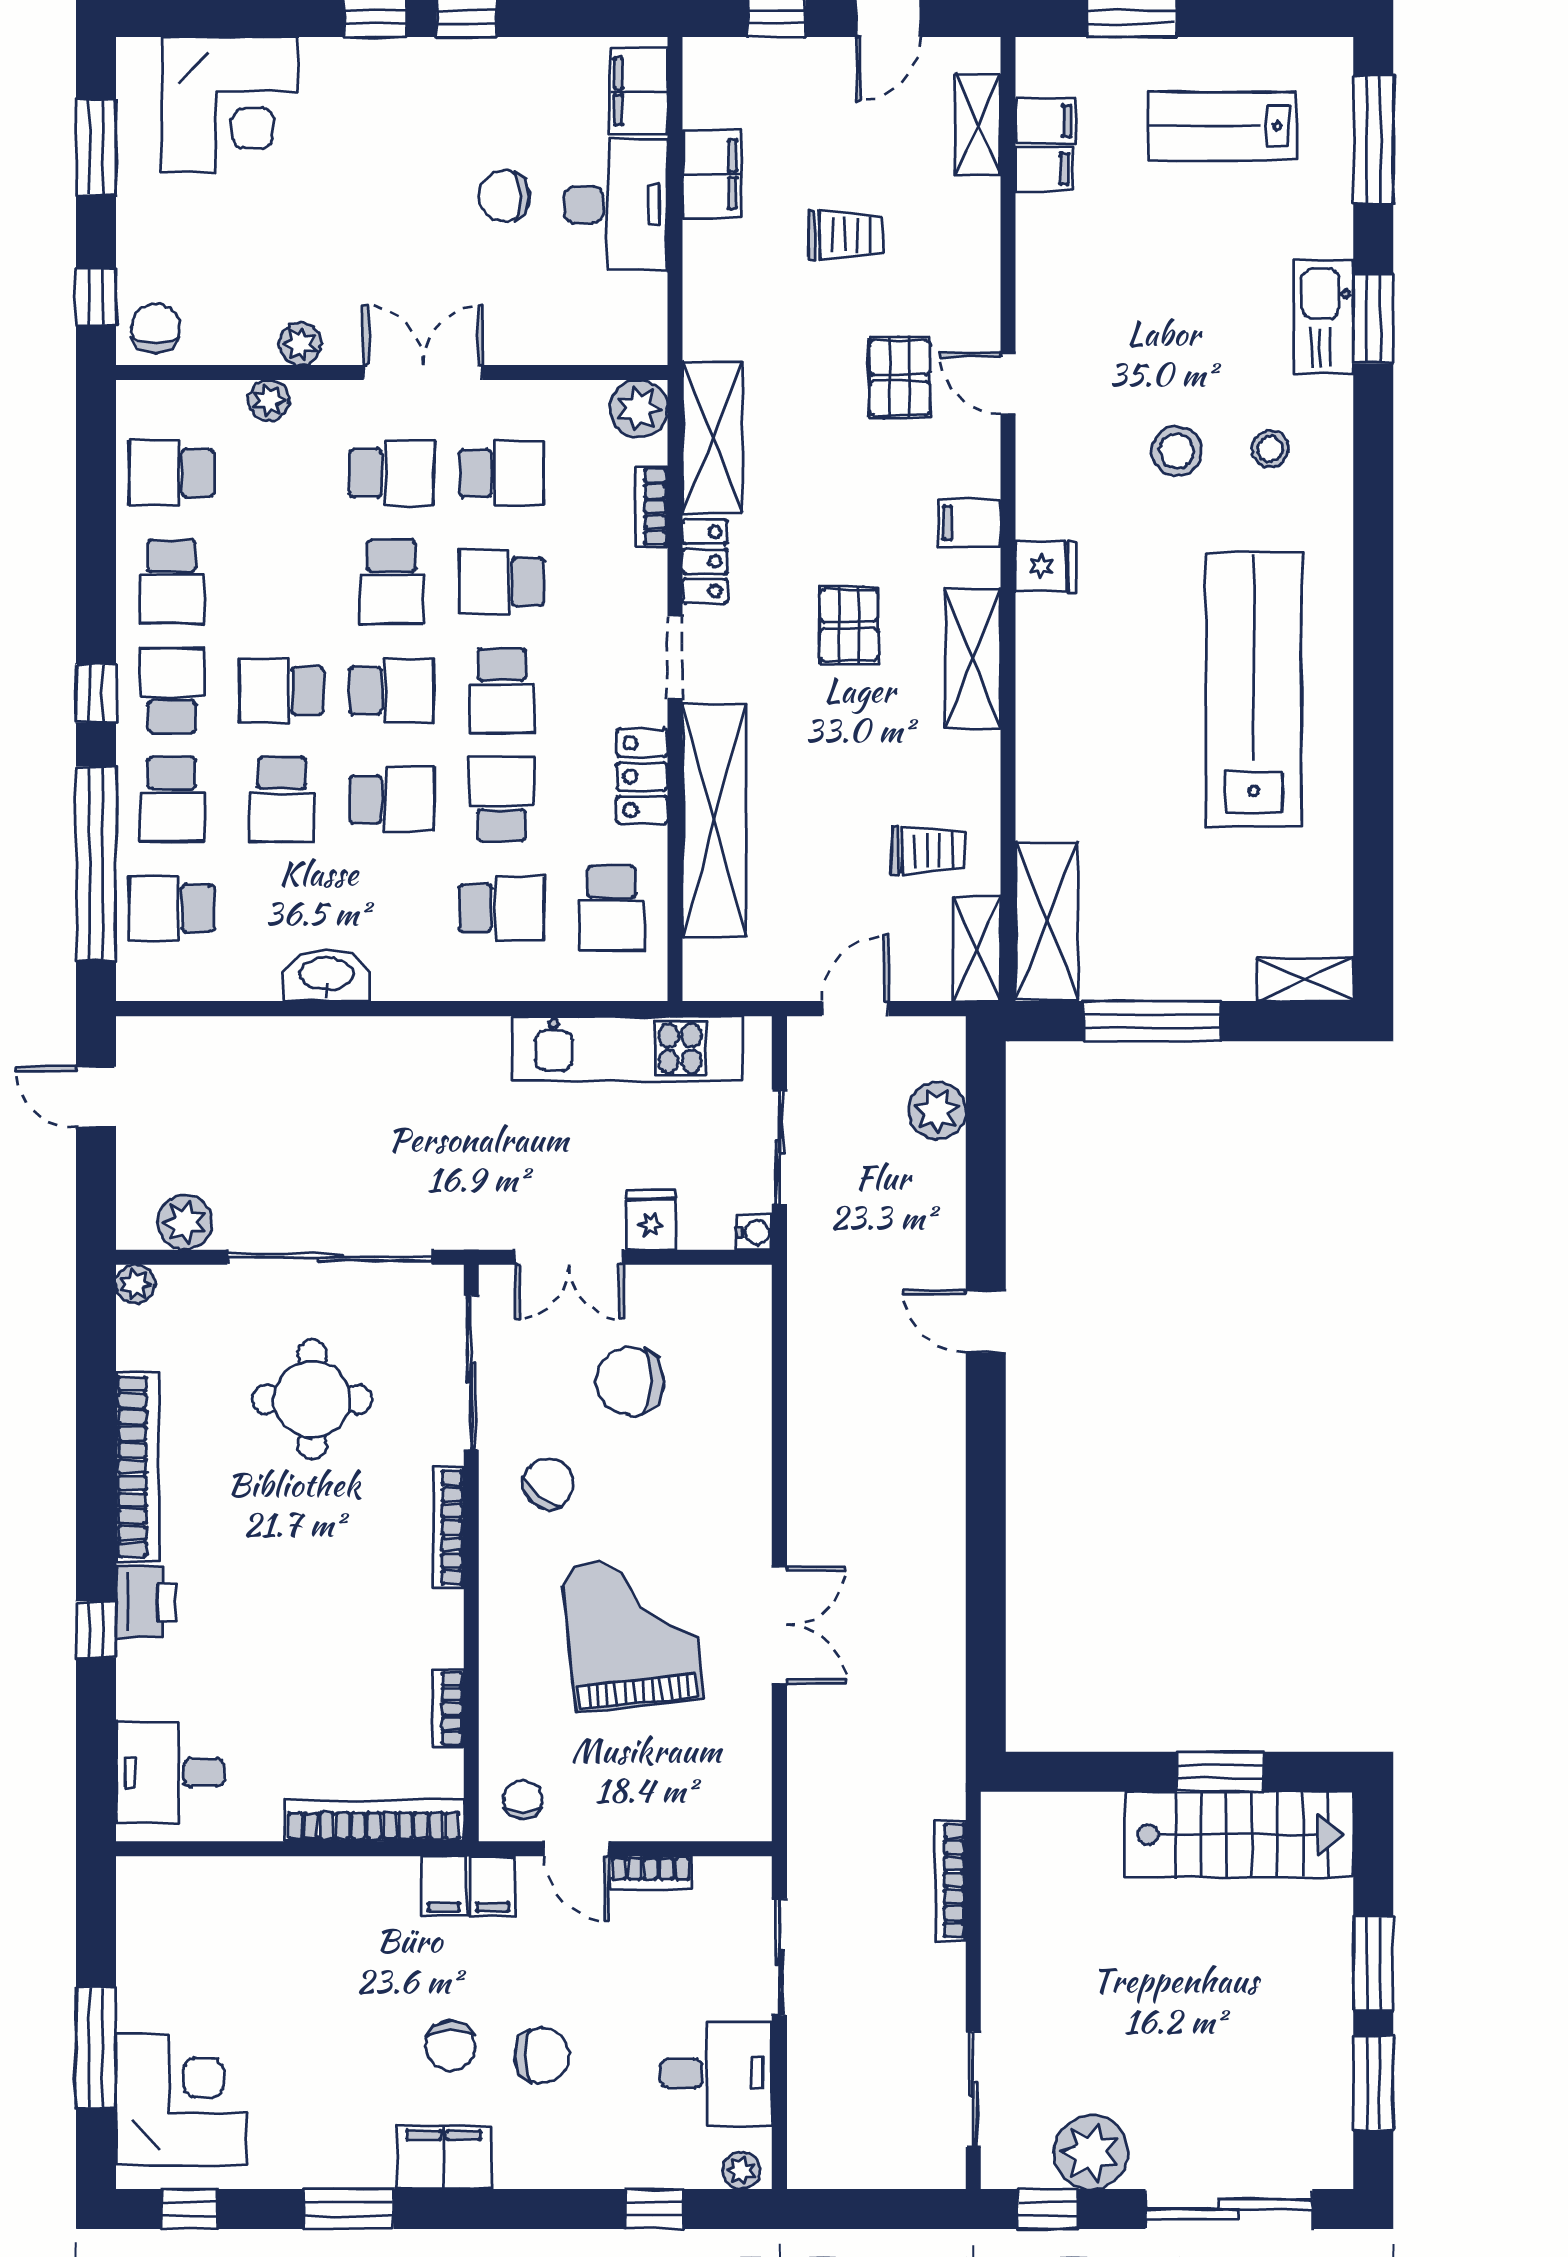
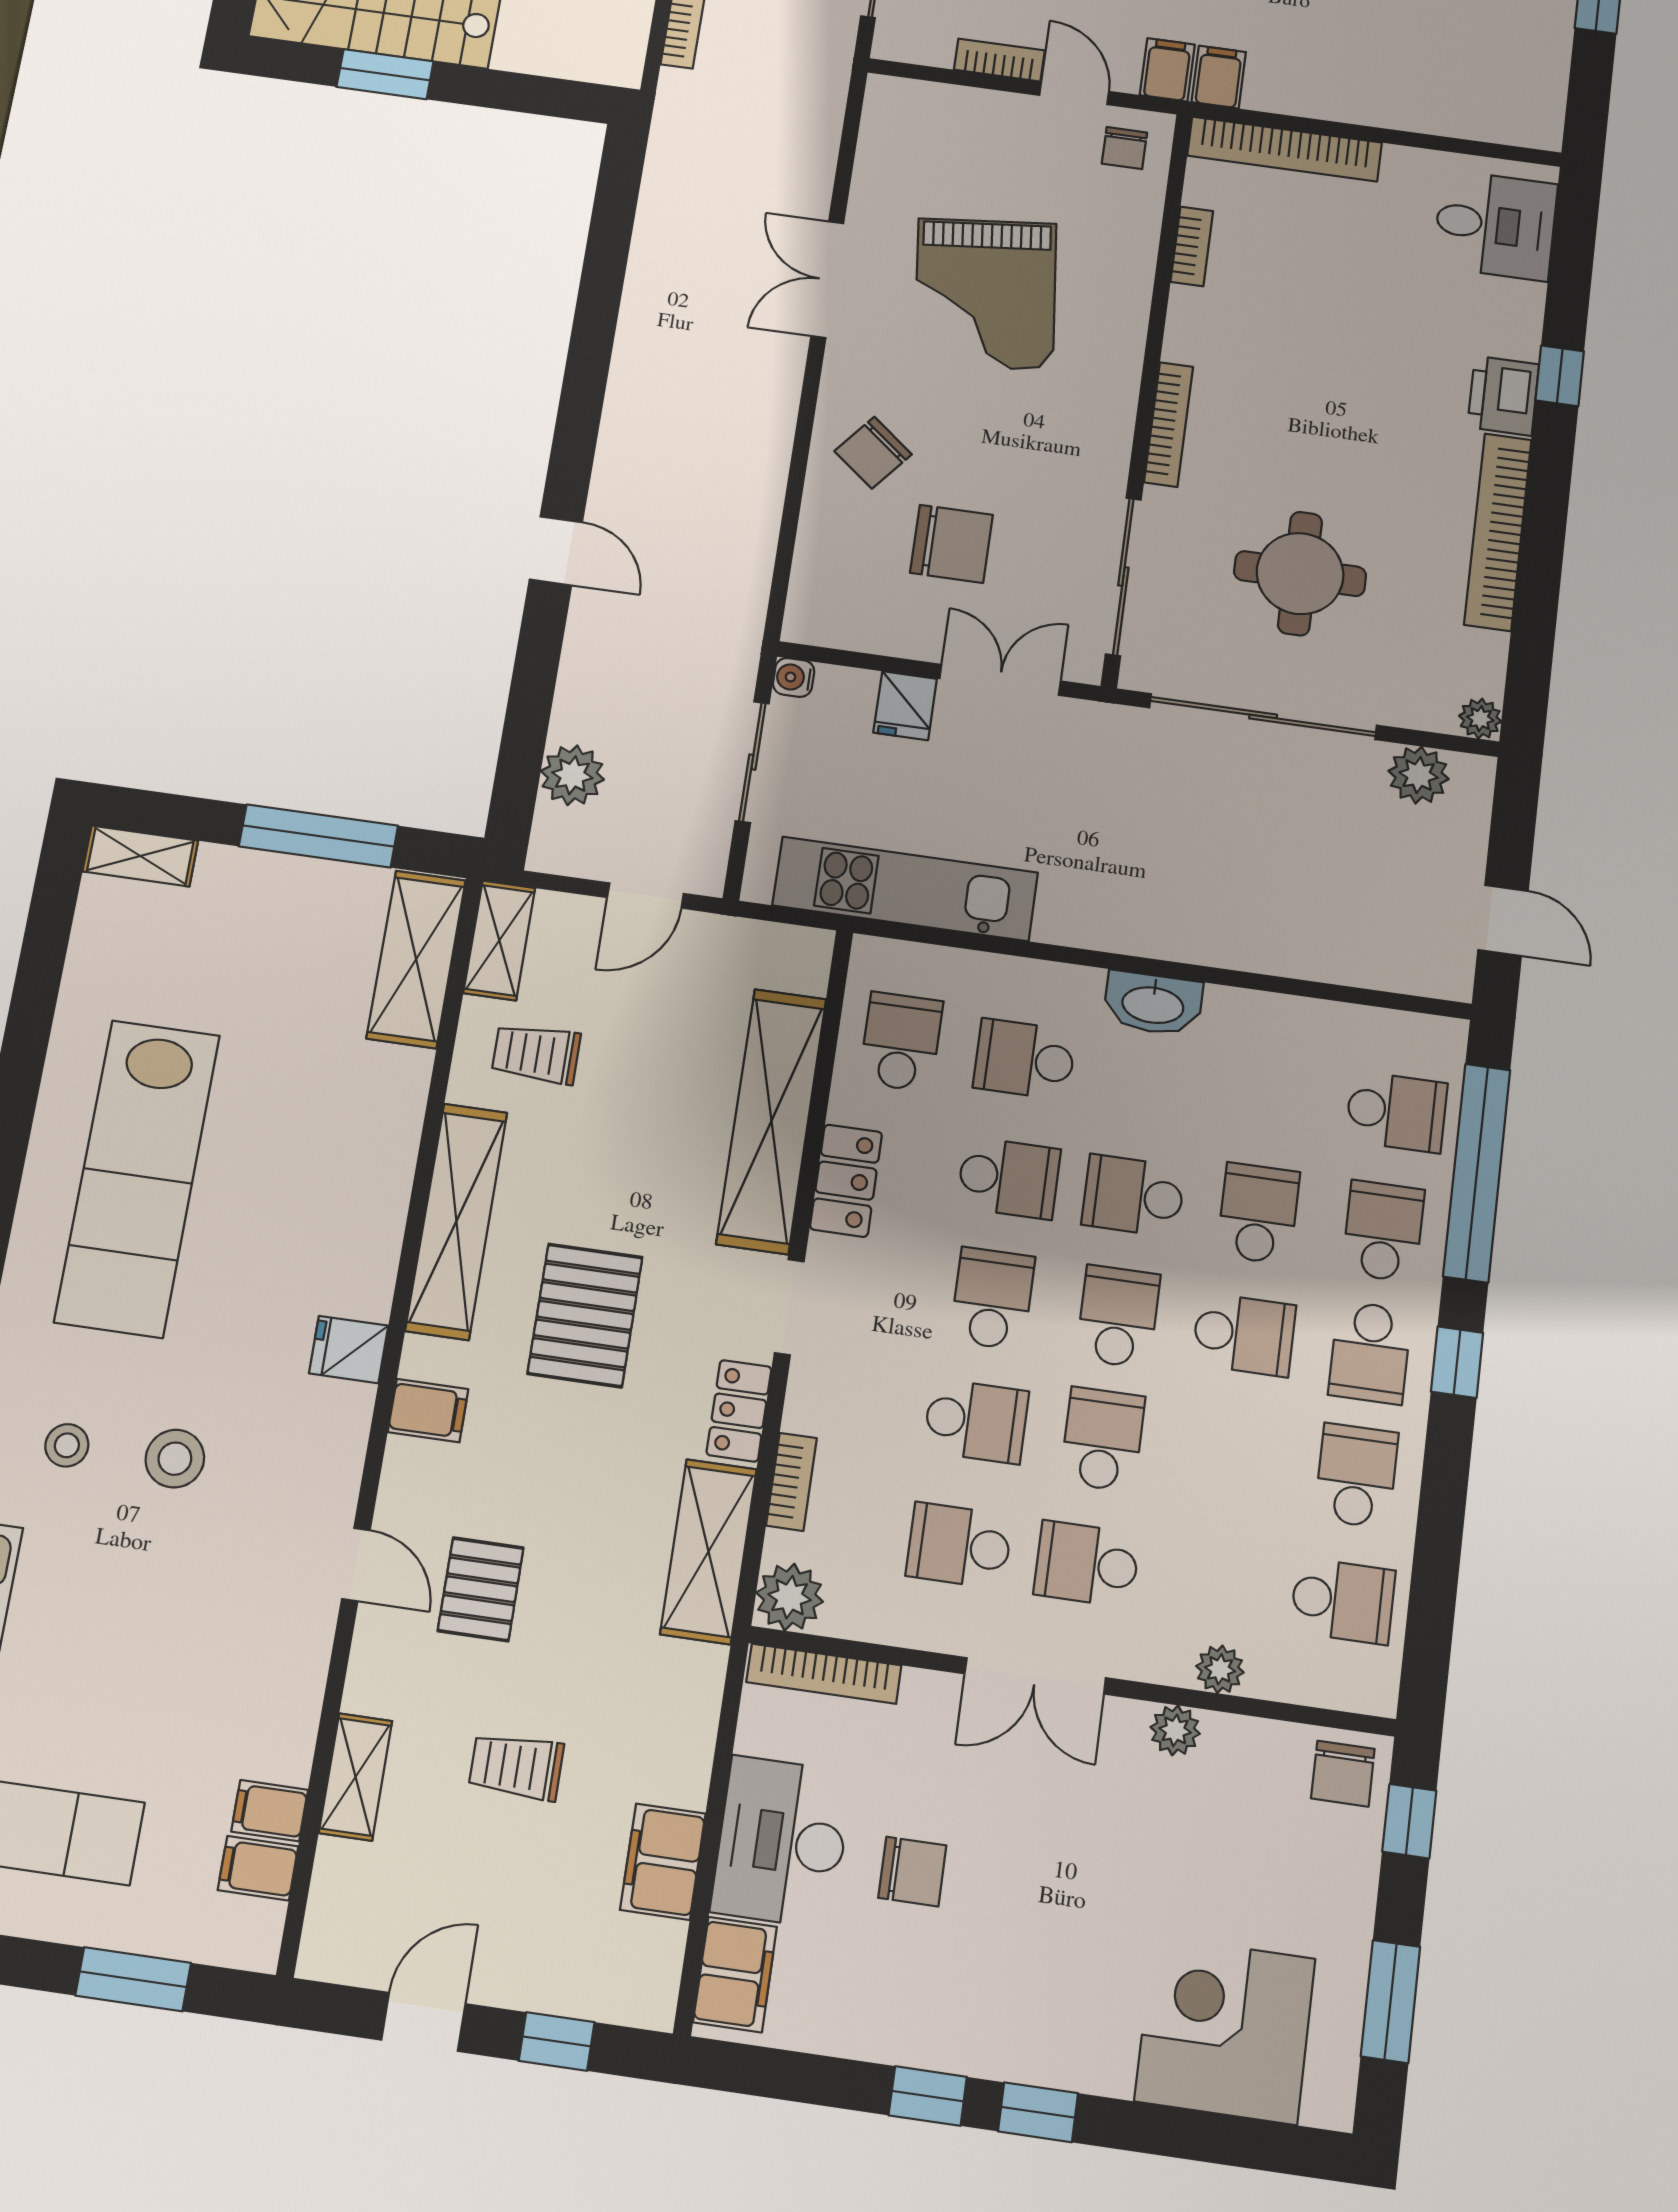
shelving: (978, 124) -> (356, 1777), moved
bookcase: (601, 349) -> (824, 1674), added
pallet: (849, 625) -> (585, 1315), width x1.50, depth x1.42
shelving: (973, 659) -> (456, 1221), width x1.47
school desk: (392, 691) -> (1118, 1317), turned 90
school desk: (502, 799) -> (1009, 1178), turned -90
washbasin: (326, 975) -> (1153, 1003), moved
chair: (548, 1484) -> (873, 453), moved

